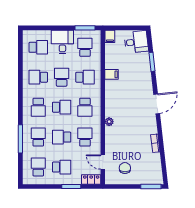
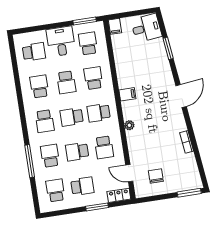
filing cabinet: (112, 74) -> (127, 94), moved
school desk: (38, 77) -> (39, 86), turned 90
school desk: (62, 77) -> (66, 82), turned 180
school desk: (85, 77) -> (93, 78), turned -90
school desk: (62, 107) -> (72, 117), turned 180
school desk: (85, 107) -> (99, 113), turned 90
school desk: (85, 137) -> (104, 147), turned 180

